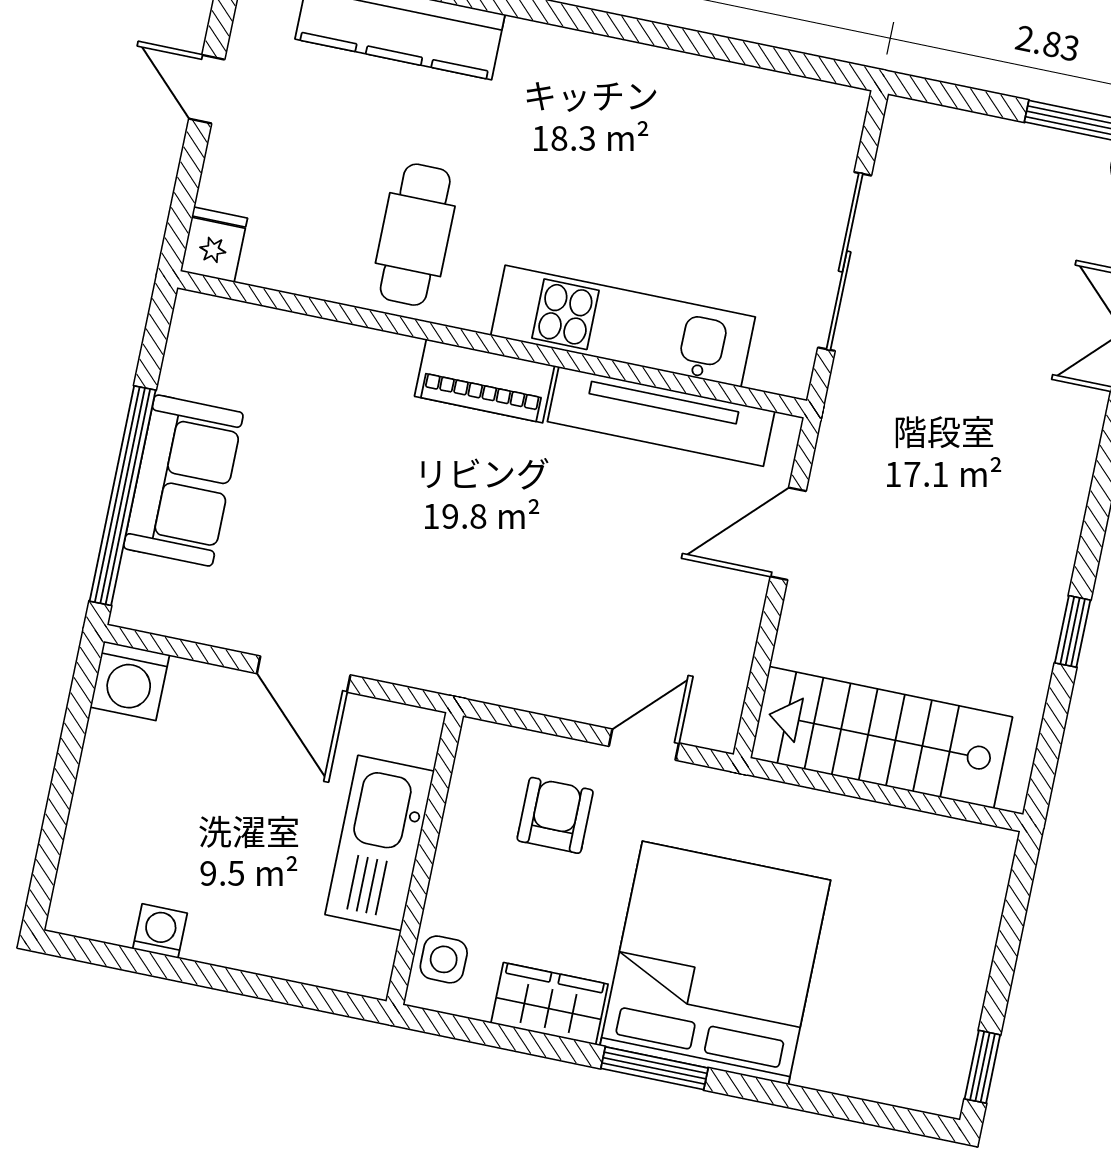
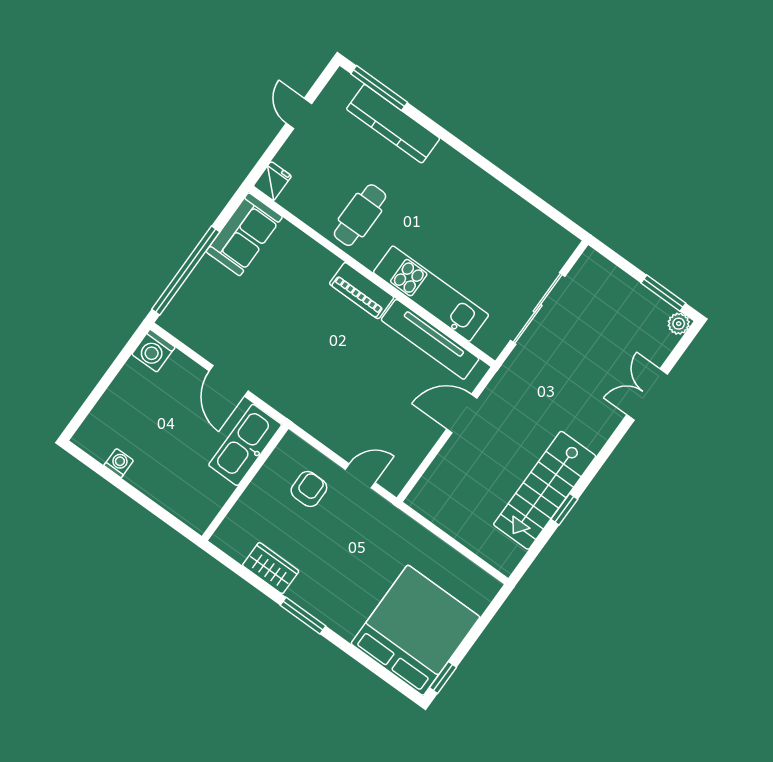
sofa: (183, 481) -> (244, 234), moved
stairs: (881, 738) -> (545, 490), moved, turned -90
kitchen sink: (380, 843) -> (245, 445), moved
side table: (444, 959) -> (234, 529), removed
bed: (715, 963) -> (415, 630), moved

